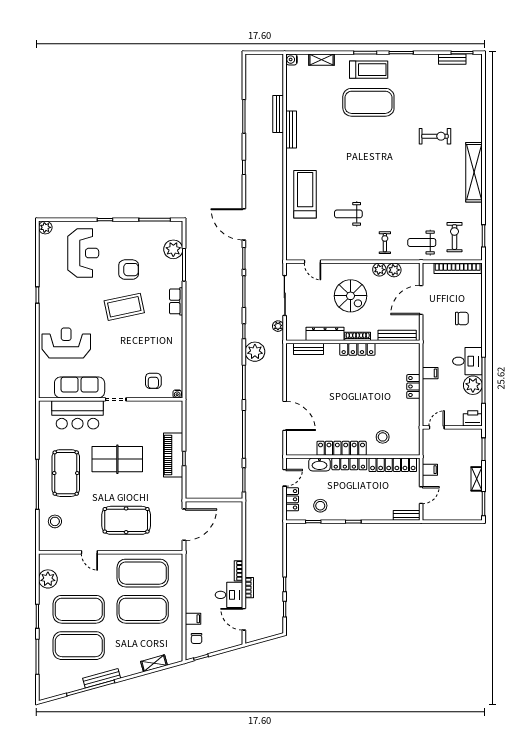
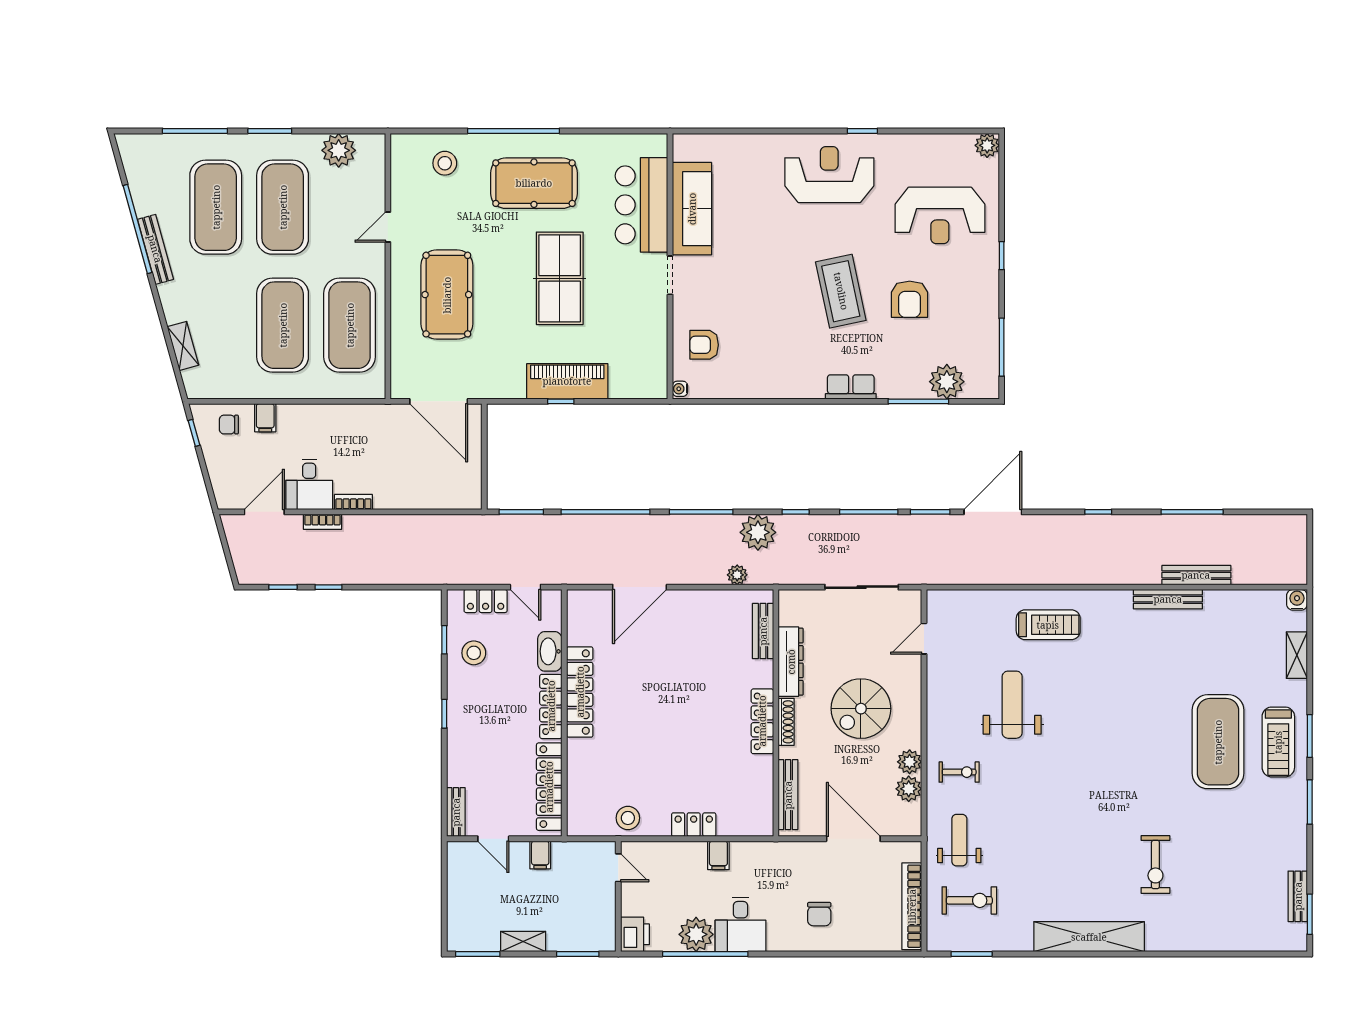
treadmill: (305, 194) -> (1048, 625), width x0.73, depth x0.73
weight bench: (348, 214) -> (1012, 705), width x1.36, depth x1.33
plant: (278, 326) -> (737, 575), moved
reception desk: (66, 343) -> (829, 175), moved, turned -90
stool: (383, 437) -> (628, 818), moved

